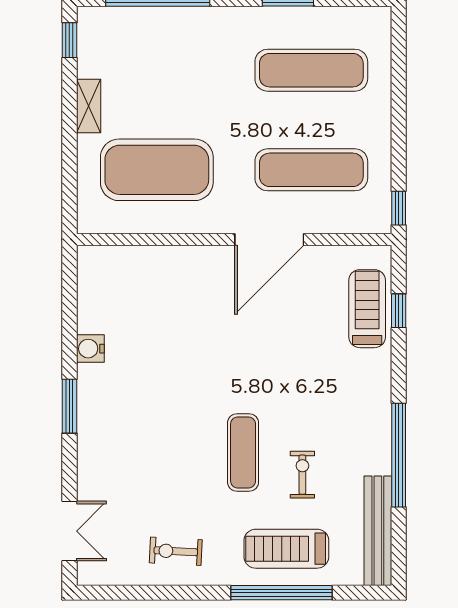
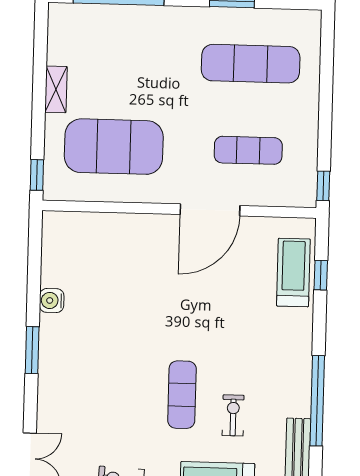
window: (69, 40) -> (37, 175), moved
exercise mat: (311, 170) -> (248, 150), width x0.73, depth x0.69

